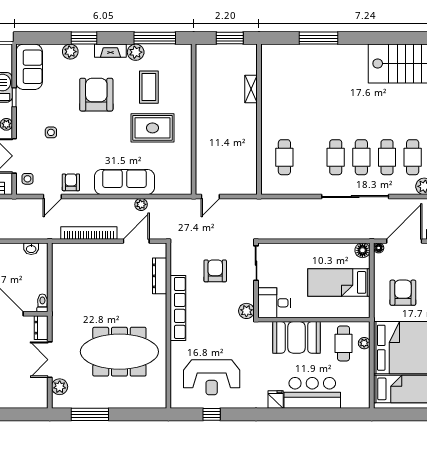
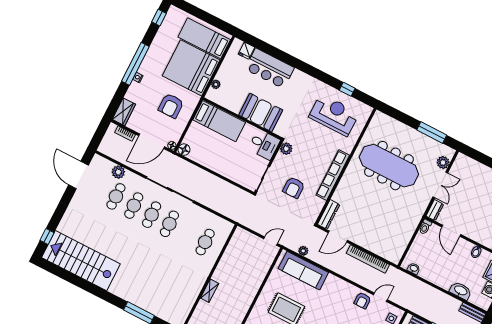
shelving: (251, 89) -> (210, 291), moved
sofa: (124, 182) -> (303, 271), moved
plant: (141, 204) -> (303, 251), moved
dresser: (160, 276) -> (329, 214), moved
bed: (339, 282) -> (219, 121), moved
cafe table: (344, 343) -> (230, 92), removed
fridge: (276, 400) -> (246, 51), moved

